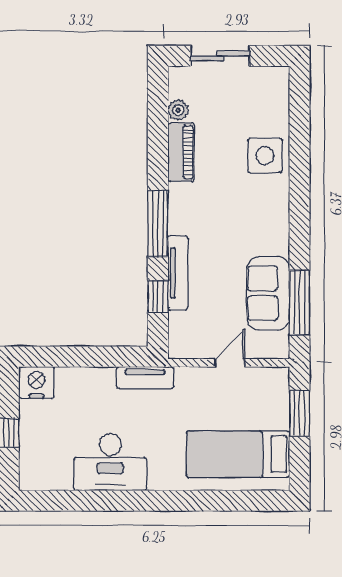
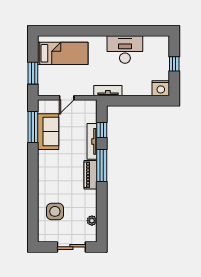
piano: (181, 152) -> (90, 175), moved
side table: (265, 156) -> (55, 211), moved

